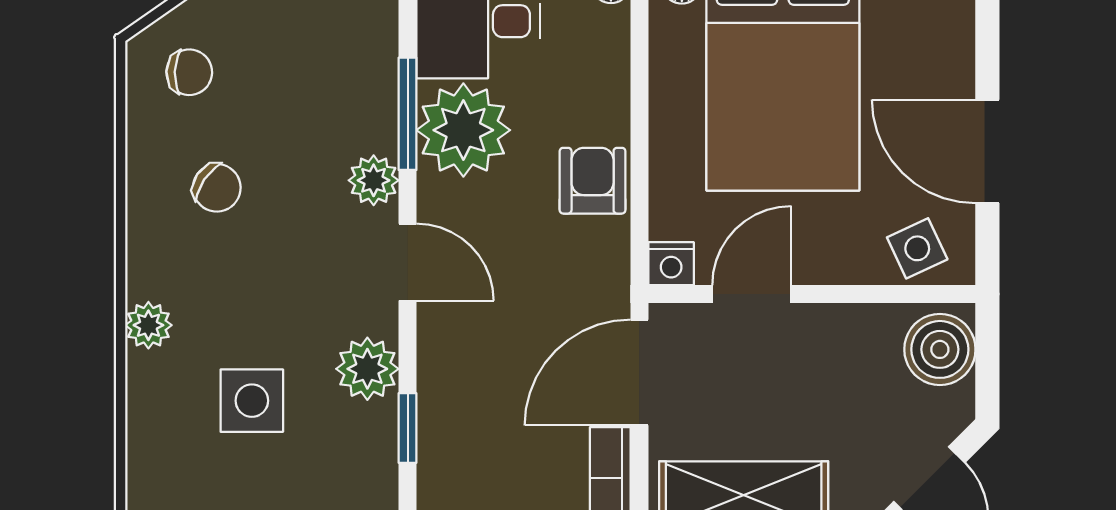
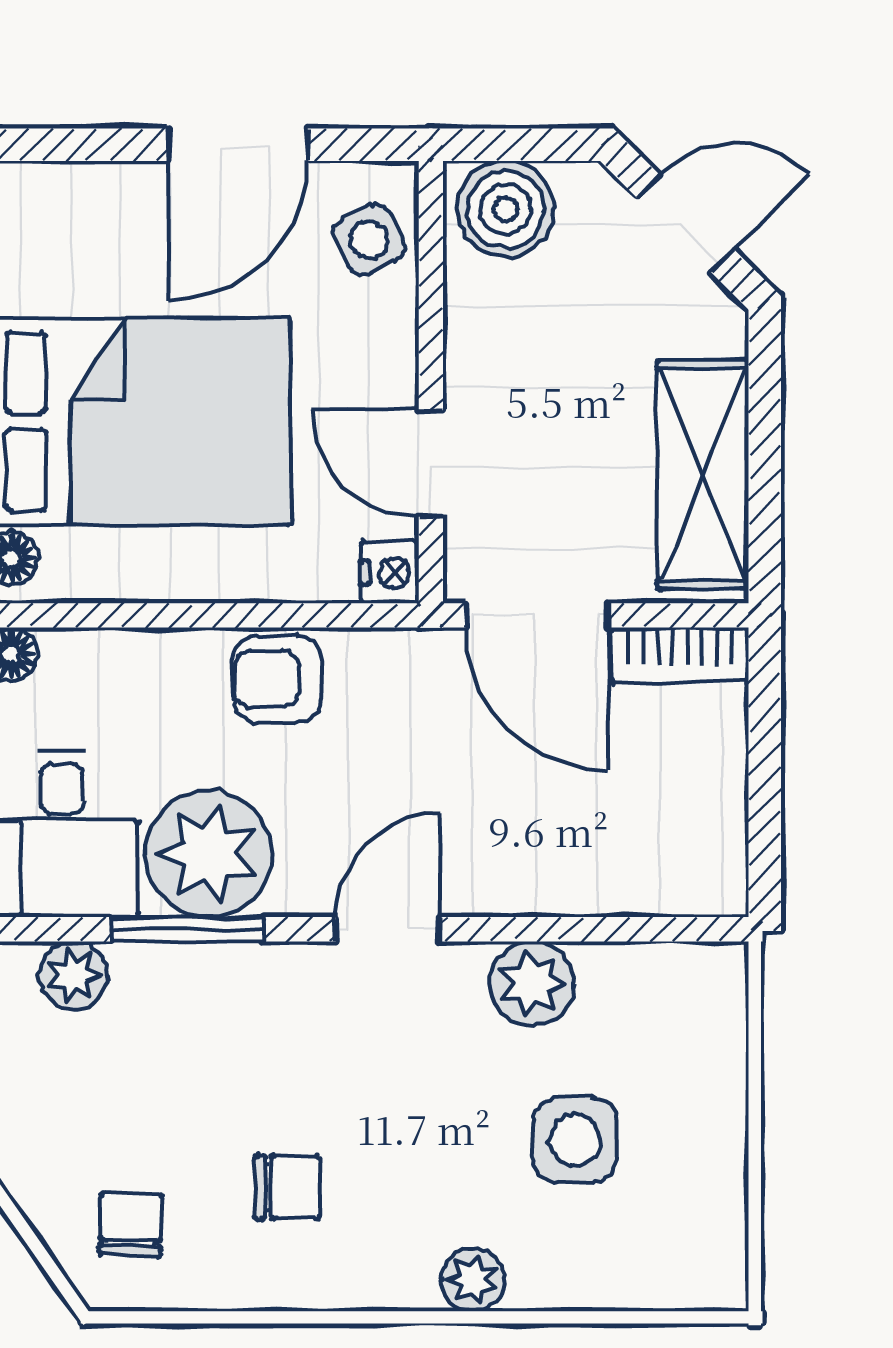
plant: (374, 180) -> (73, 975), moved
chair: (217, 188) -> (287, 1187), turned 56
window: (408, 428) -> (612, 929), removed

